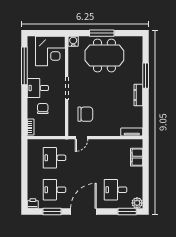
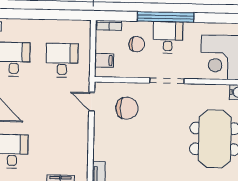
window: (24, 66) -> (166, 17), moved
chair: (85, 114) -> (127, 108), turned -90
filing cabinet: (54, 130) -> (104, 60), added

